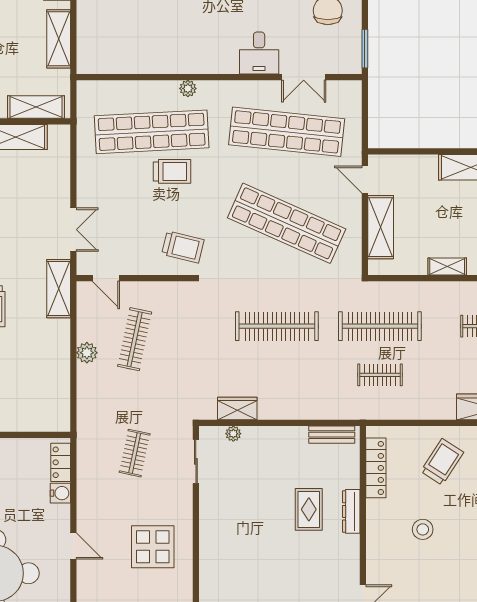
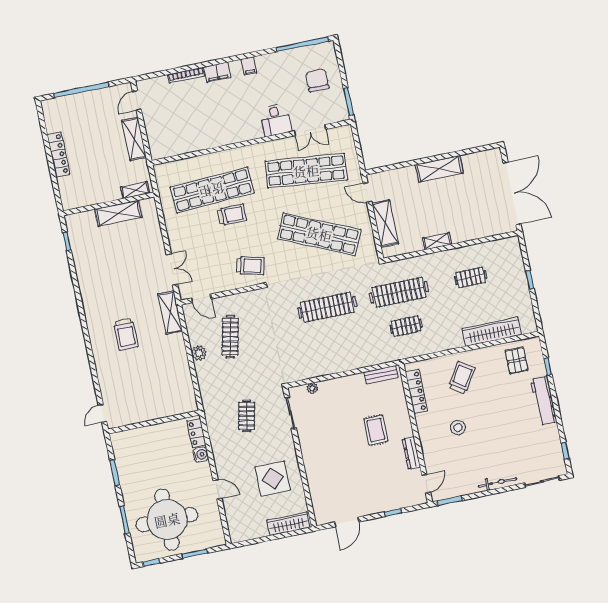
plant: (188, 88) -> (231, 155), removed
shelving: (36, 107) -> (135, 190), width x0.67, depth x0.75
wardrobe: (237, 408) -> (312, 370), removed
dresser: (351, 511) -> (411, 453), moved

